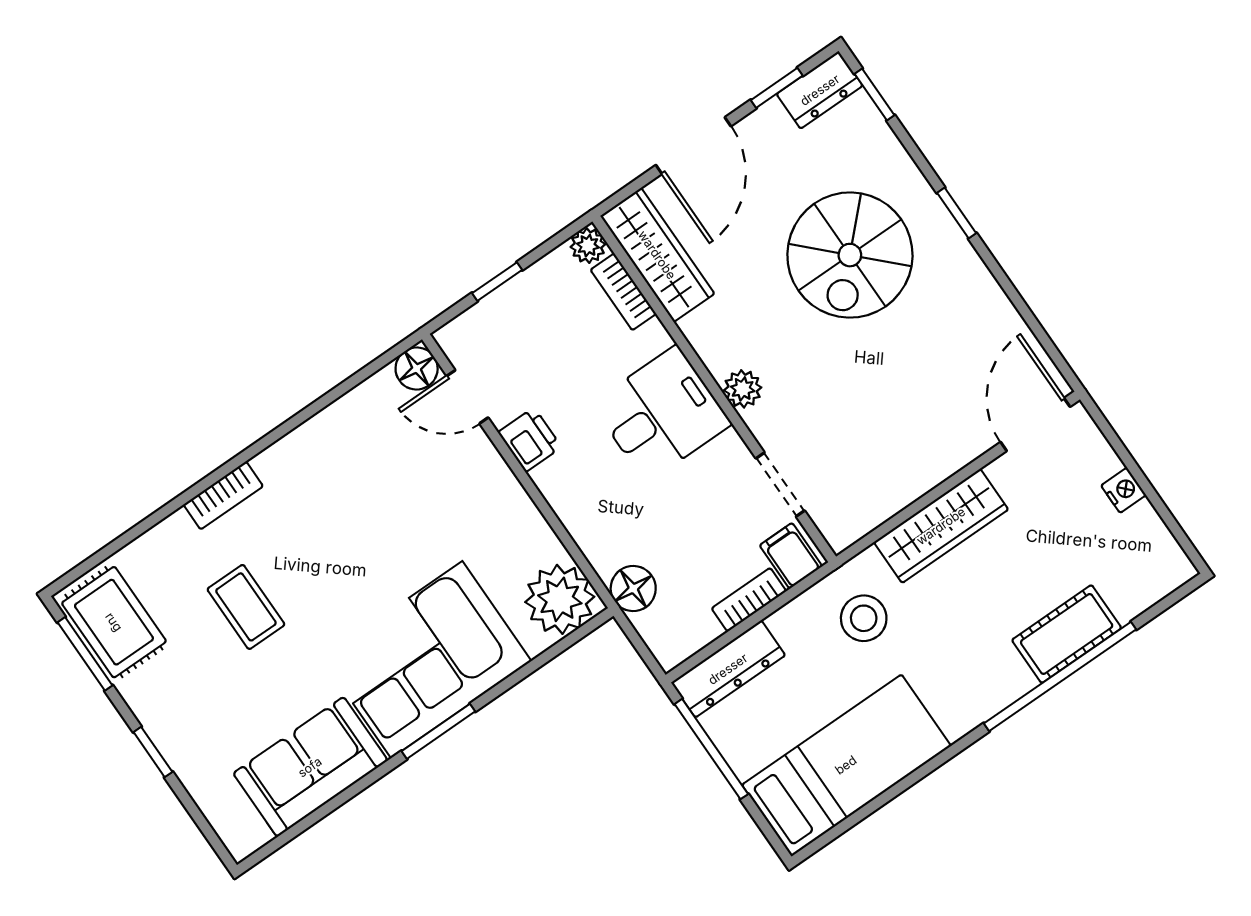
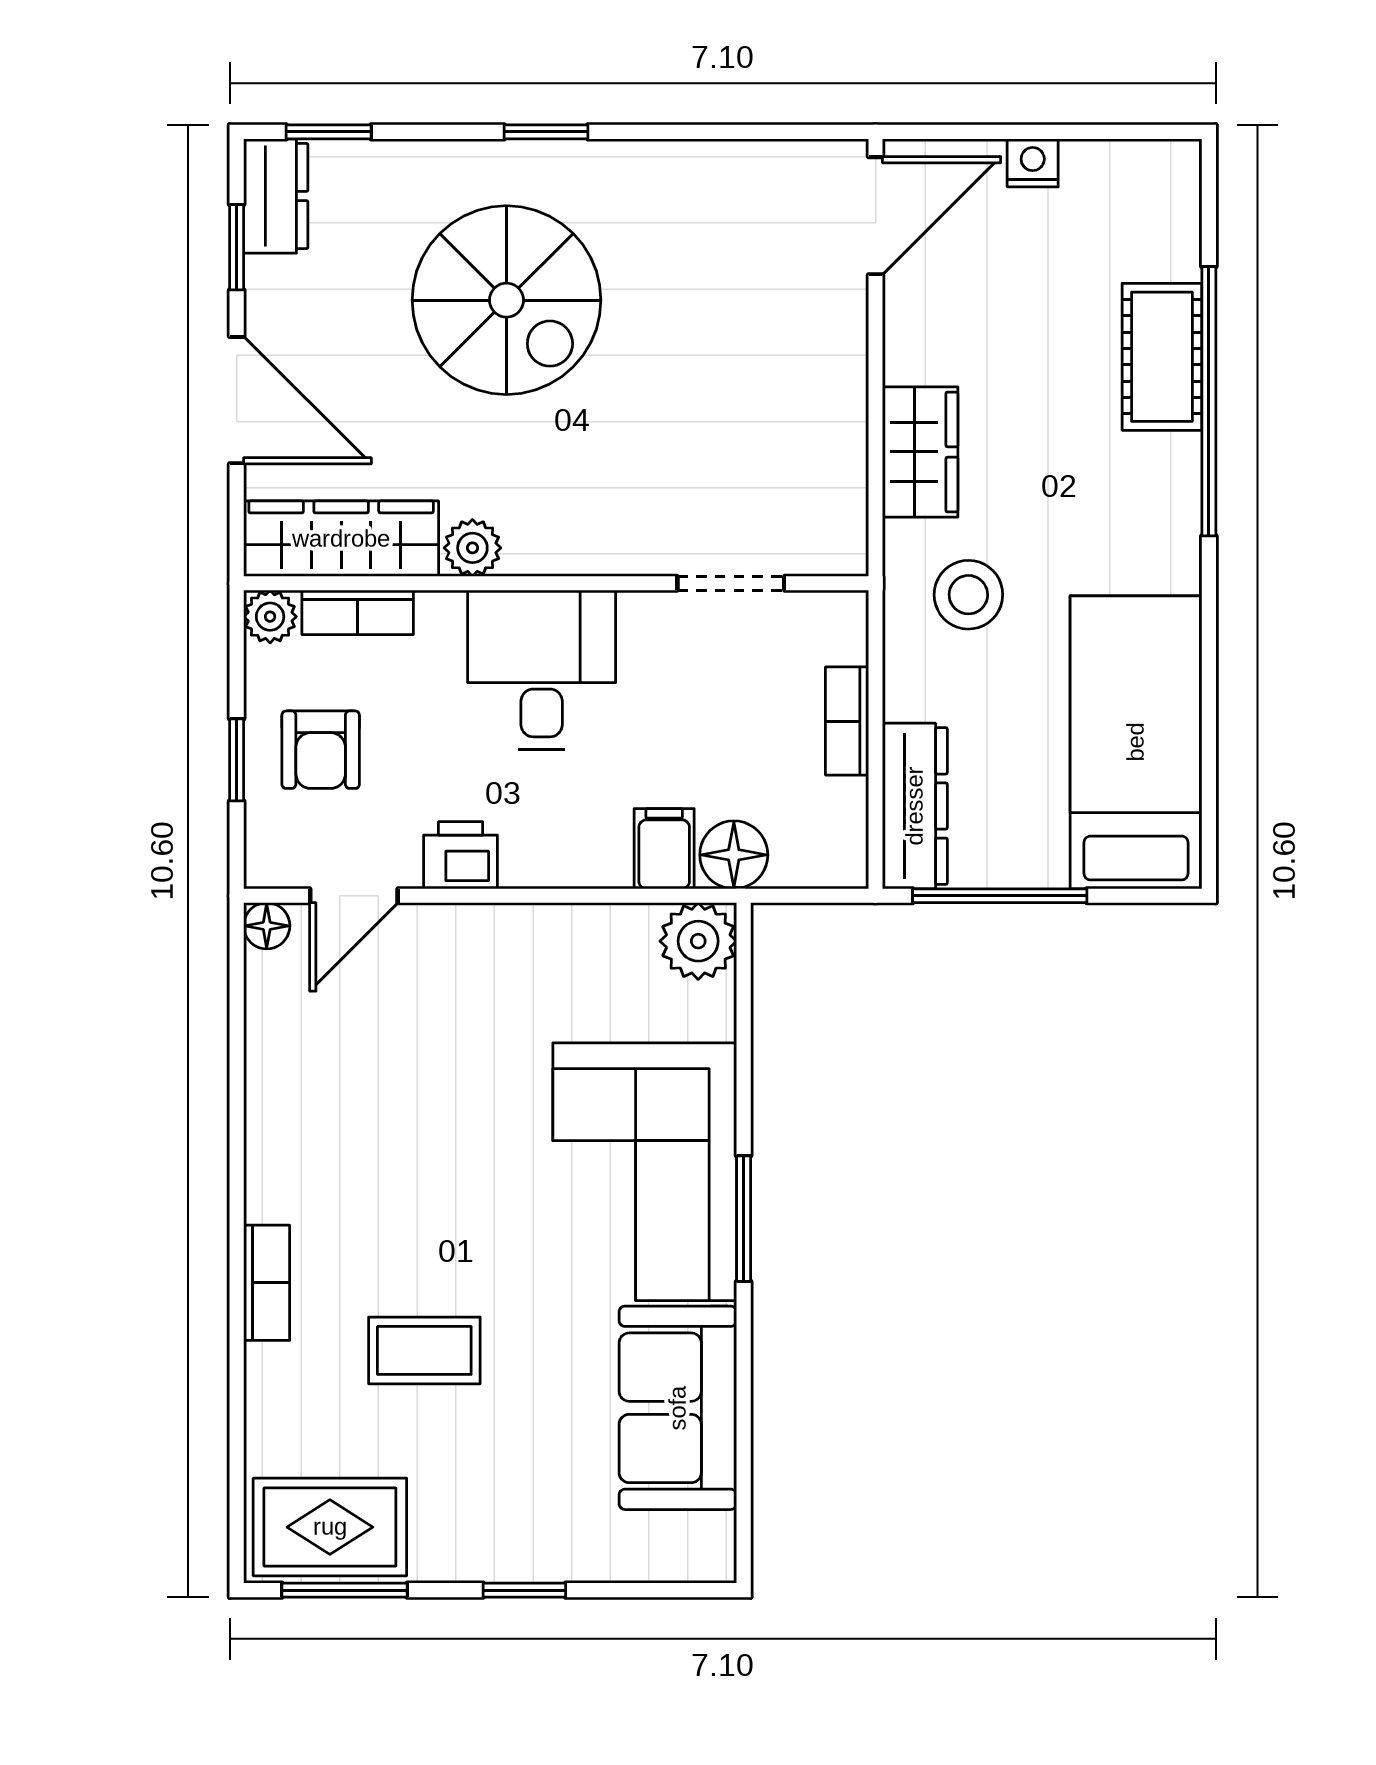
armchair: (534, 323) -> (321, 750), added
floor lamp: (417, 369) -> (267, 926), width x0.73, depth x0.73
plant: (743, 389) -> (472, 548), moved
door: (1035, 424) -> (876, 216), swing flipped
wardrobe: (941, 526) -> (920, 452), width x0.67
filing cabinet: (791, 556) -> (664, 849), moved, turned 90
plant: (560, 599) -> (698, 941), width x0.73, depth x0.73

